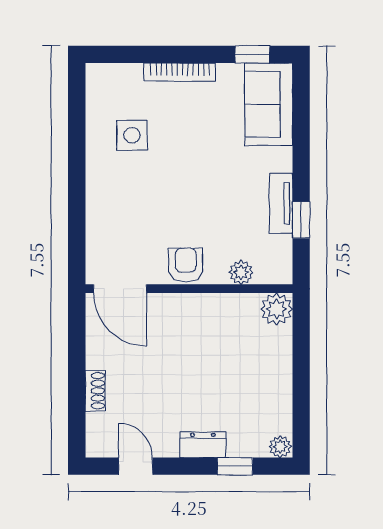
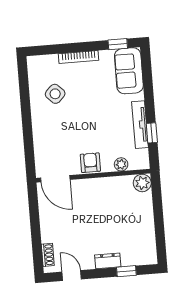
side table: (132, 135) -> (55, 94), turned 45
tv unit: (281, 203) -> (140, 125), width x1.41
shoe rack: (95, 391) -> (48, 255), moved
plant: (280, 447) -> (150, 258), removed

